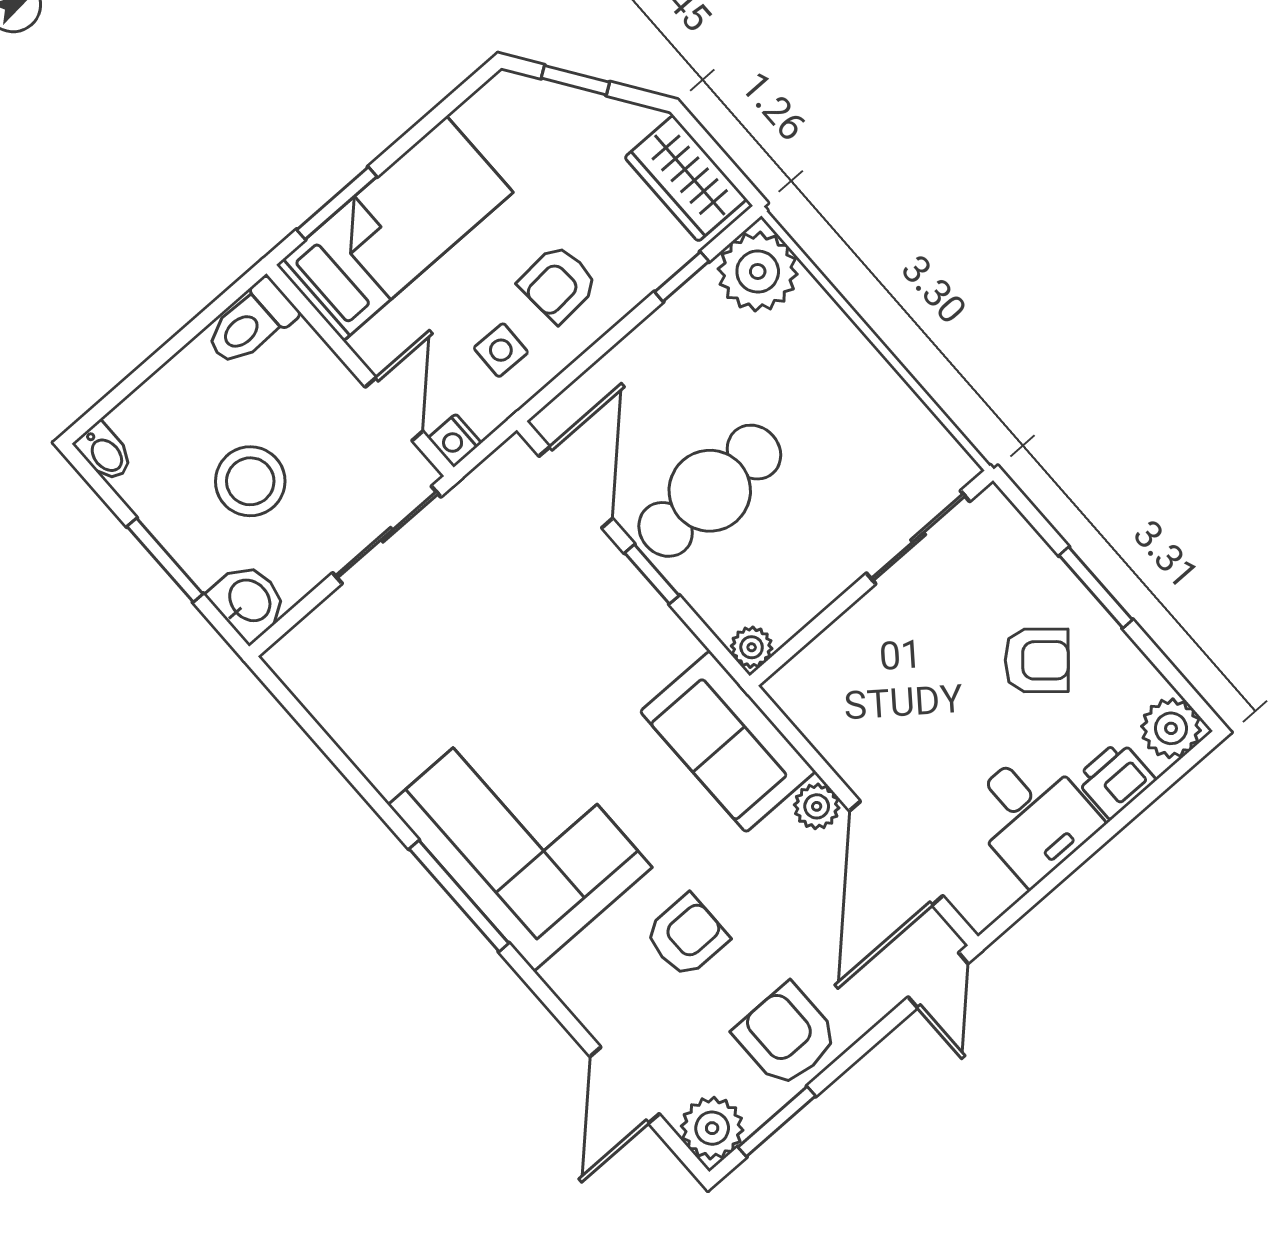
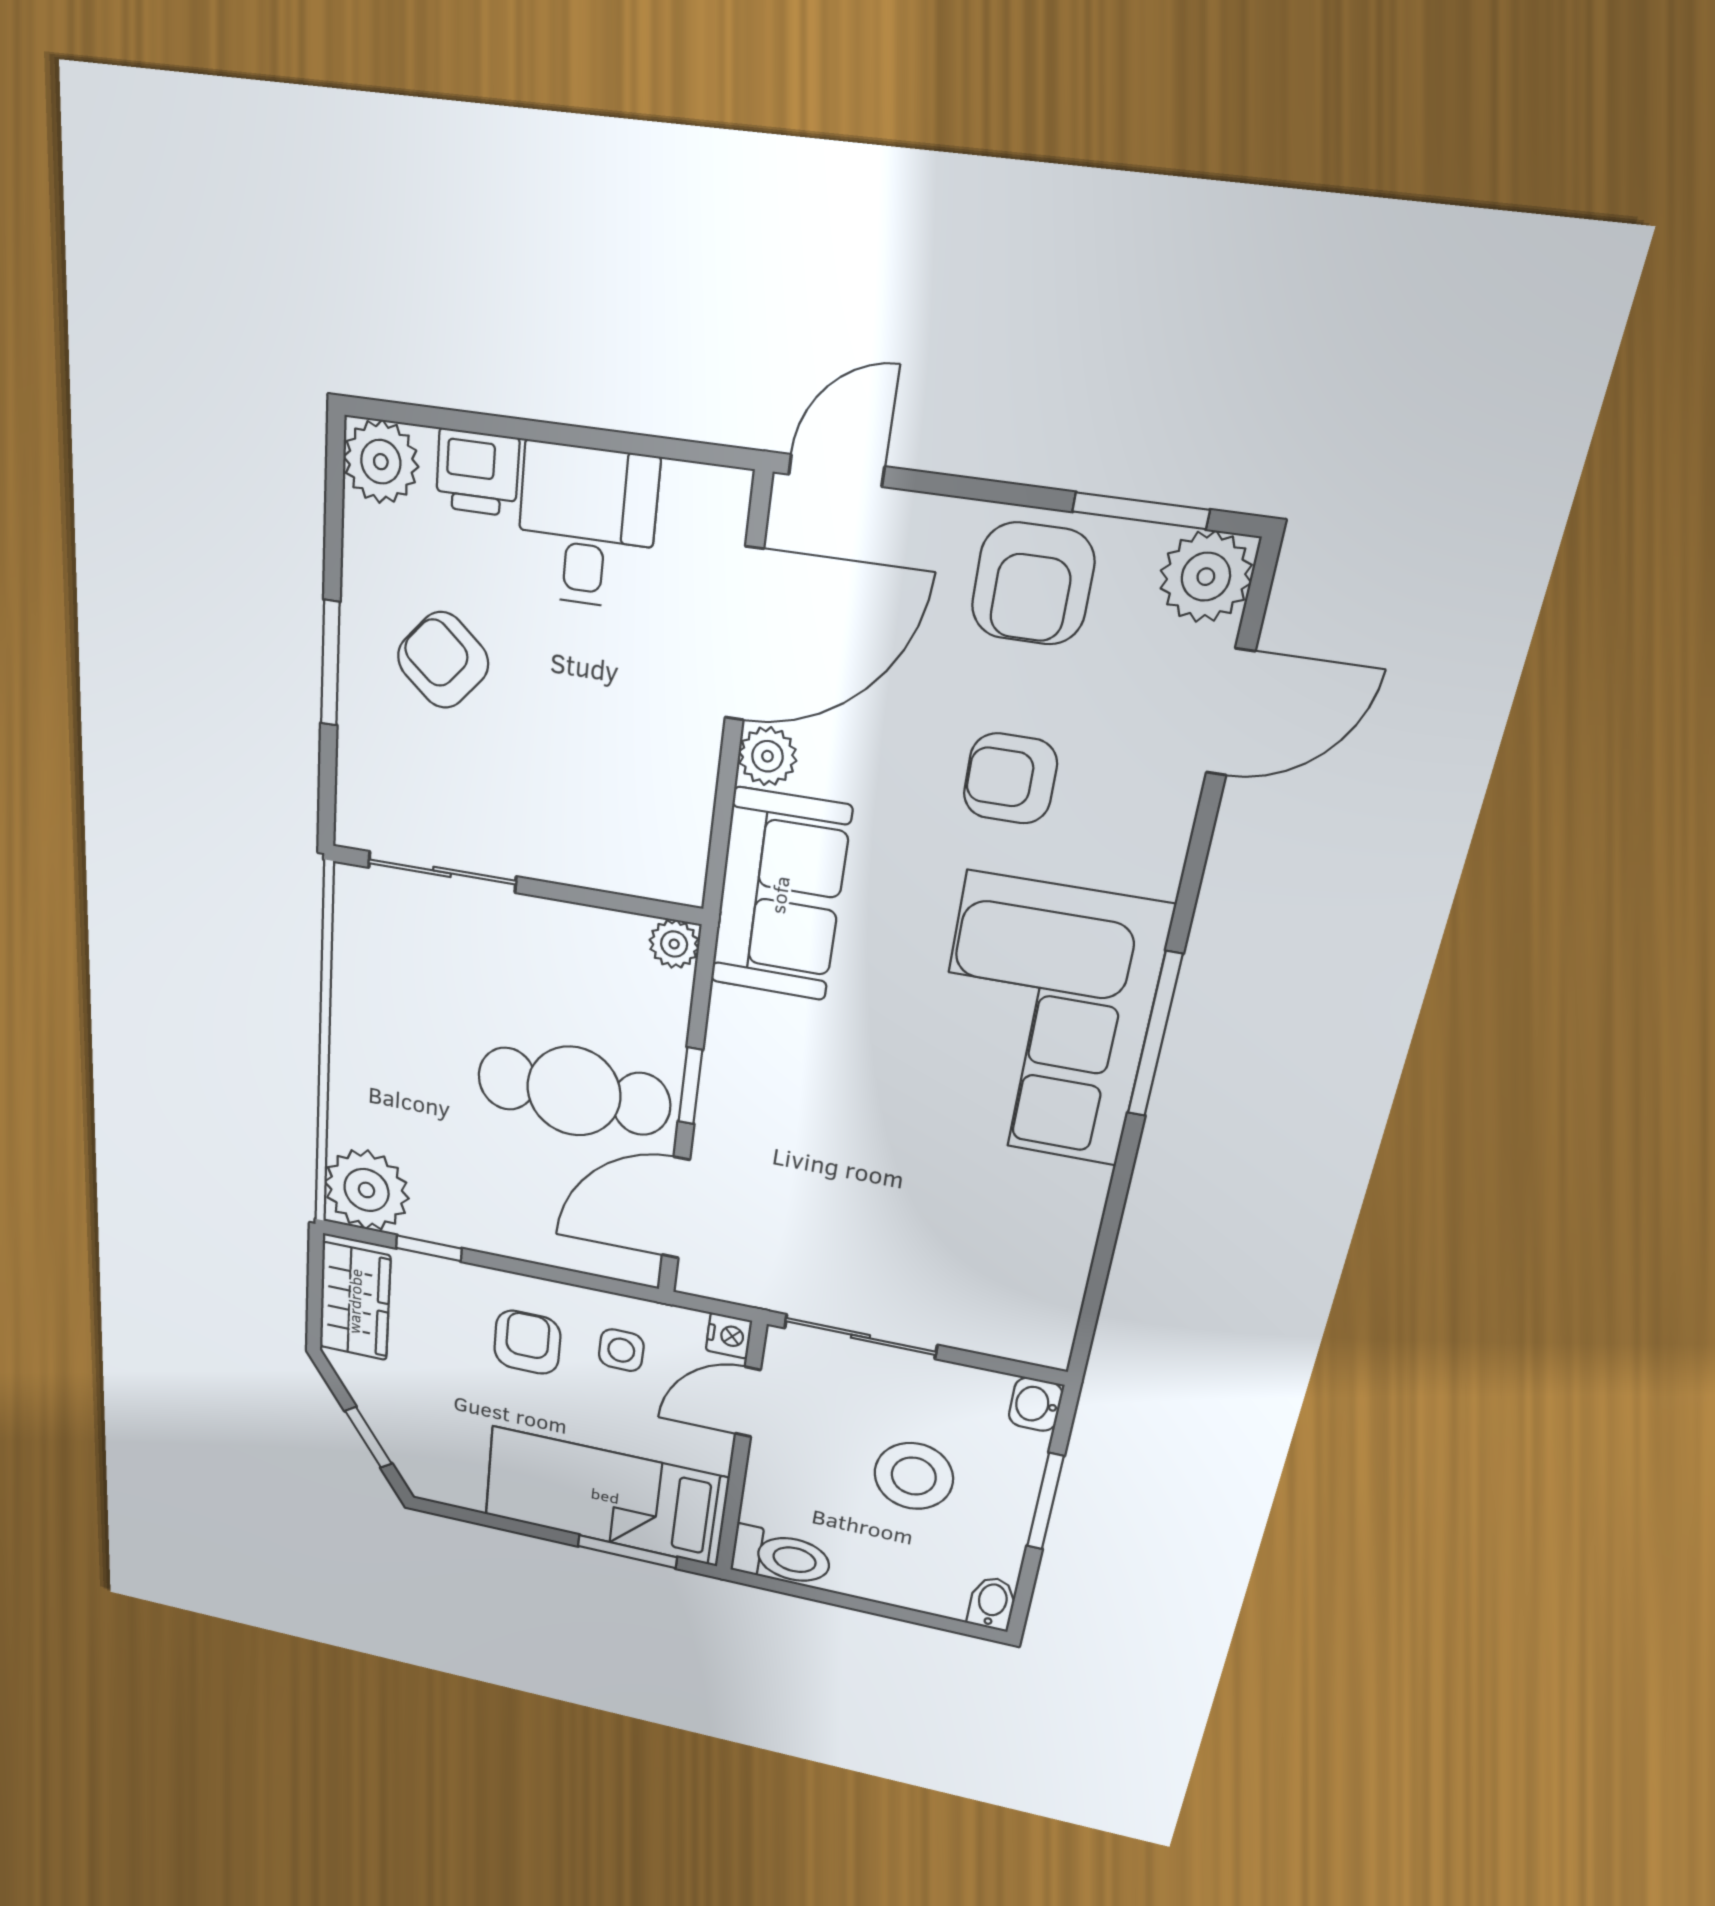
armchair: (558, 284) -> (527, 1342), turned -86
washbasin: (248, 601) -> (1036, 1404), width x0.72, depth x0.69

